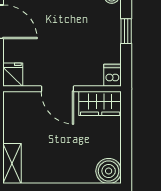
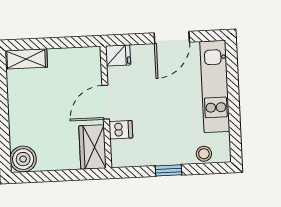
dishwasher: (113, 75) -> (121, 130), moved

